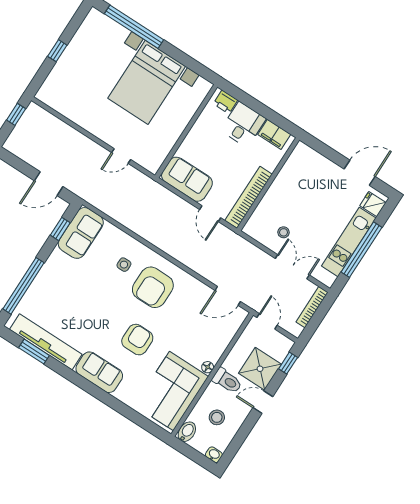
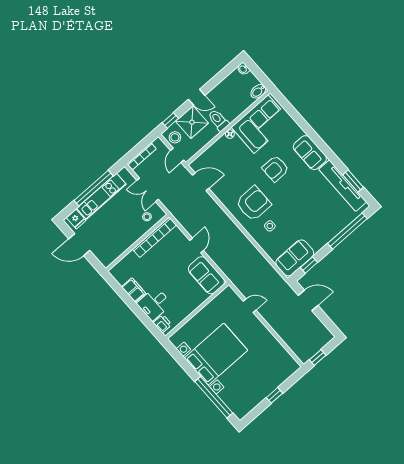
wall: (268, 184) -> (137, 243), moved
bookcase: (249, 197) -> (154, 237), moved
stool: (217, 417) -> (175, 137), moved

